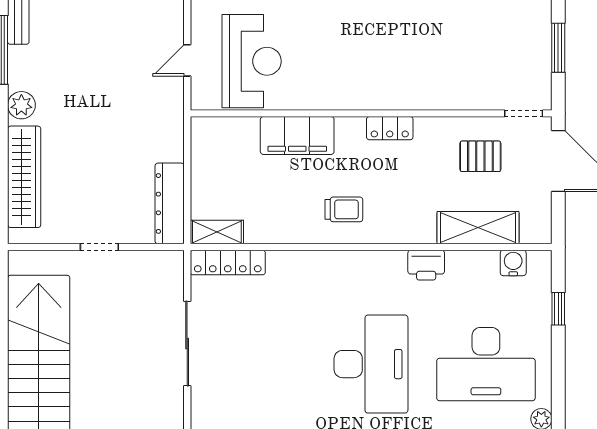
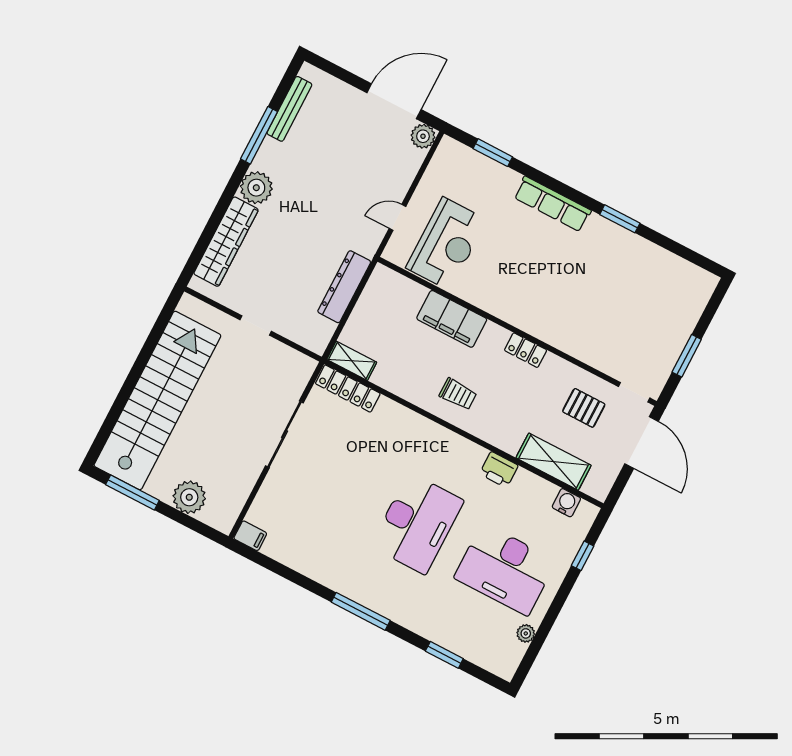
plant: (21, 105) -> (256, 188), width x1.36, depth x1.36
dresser: (170, 203) -> (344, 287), moved

